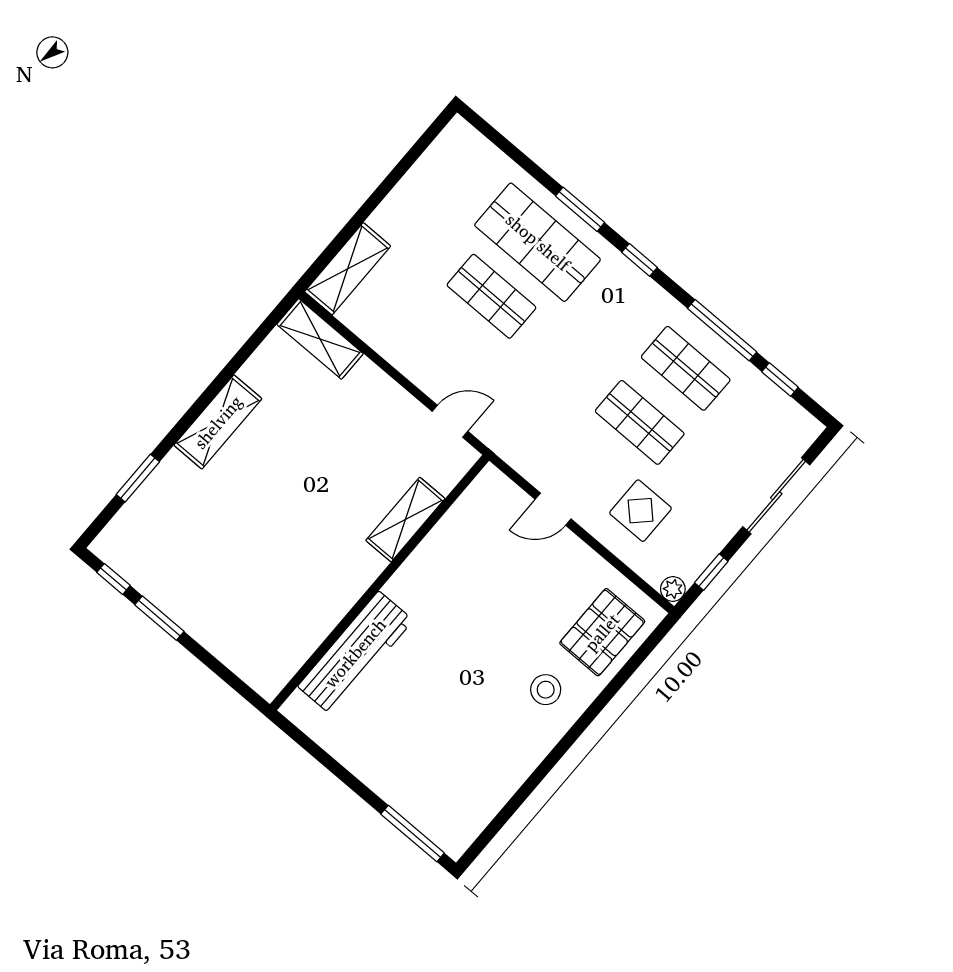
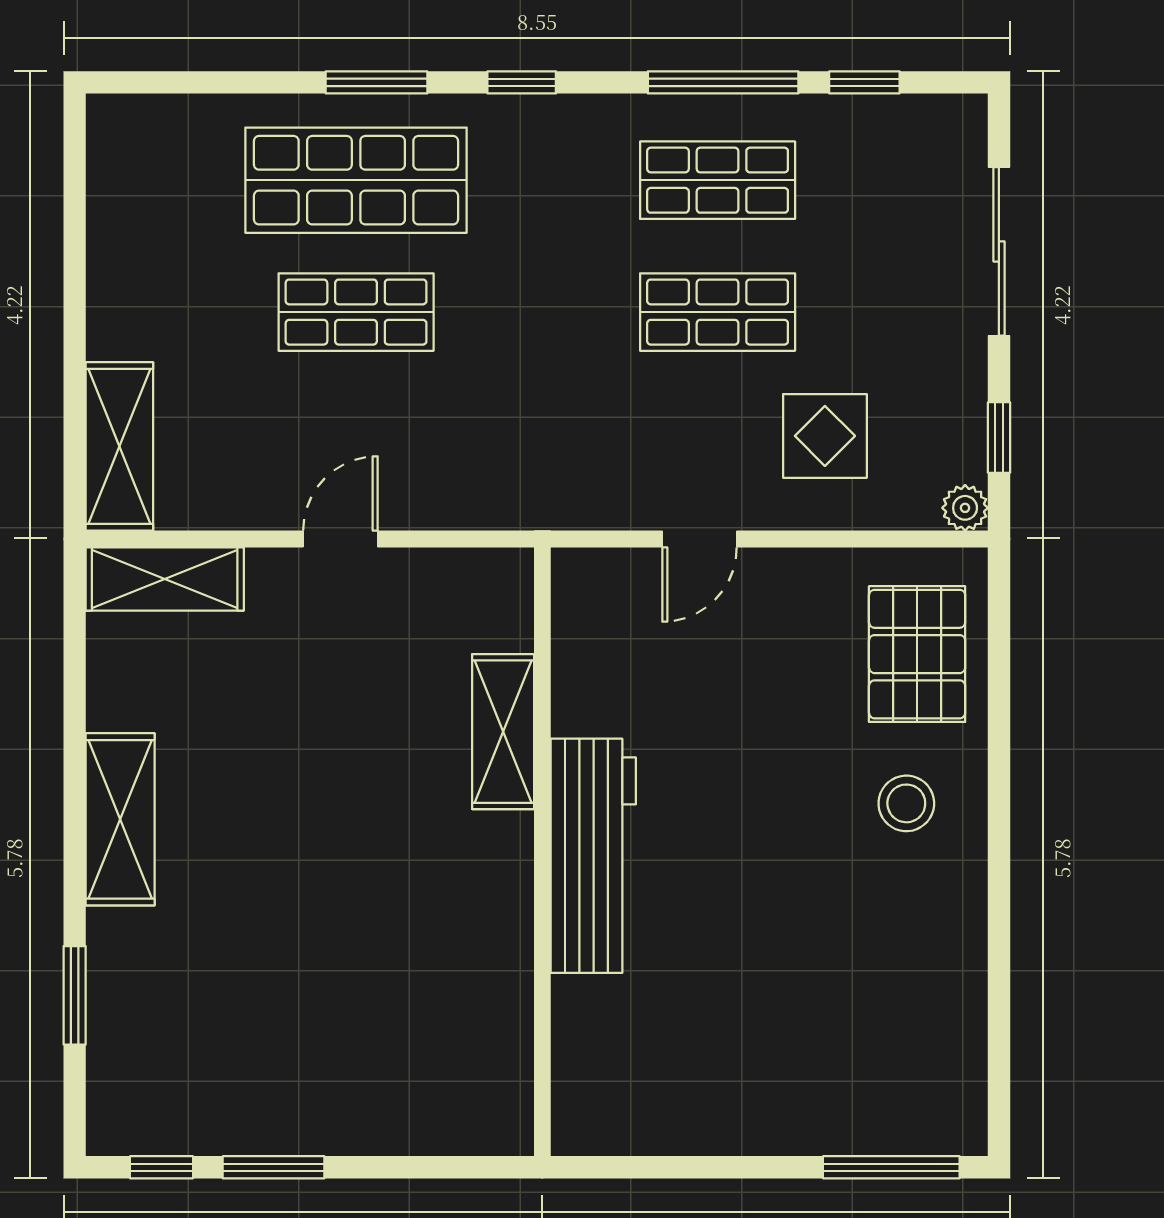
door: (450, 421) -> (340, 539), moved
workbench: (355, 653) -> (593, 856), moved

